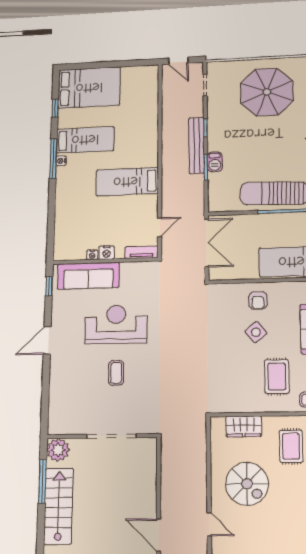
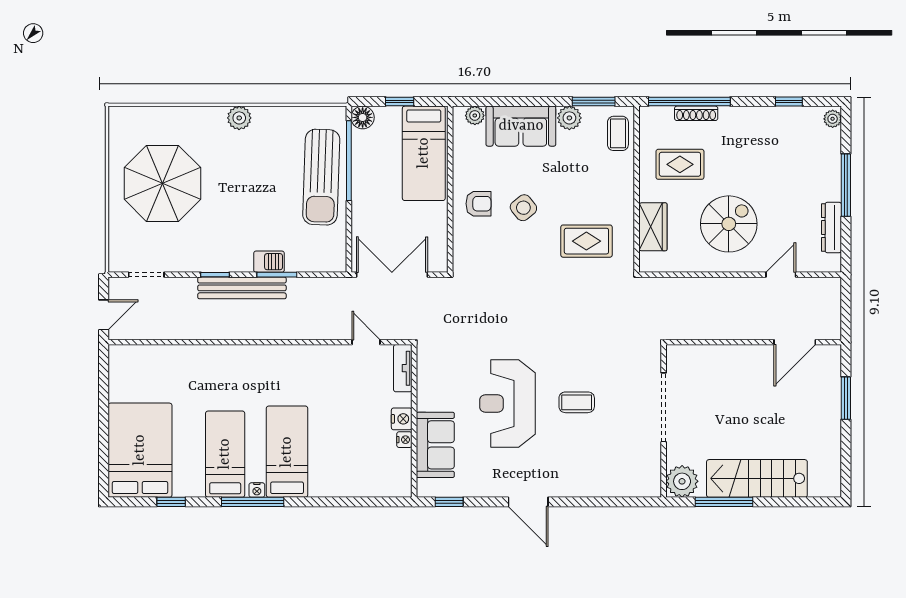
bed: (127, 182) -> (287, 452), moved, turned 180
sofa: (88, 276) -> (435, 445), width x0.73
rug: (277, 376) -> (586, 241), moved

